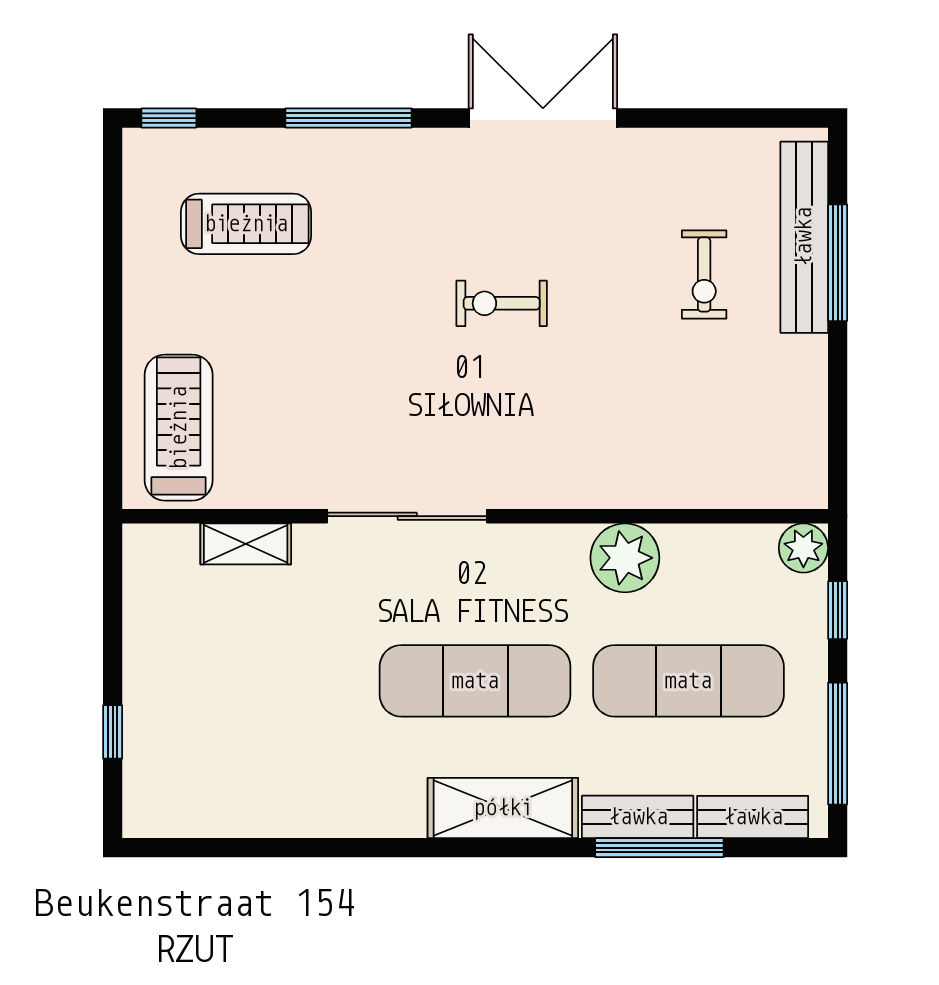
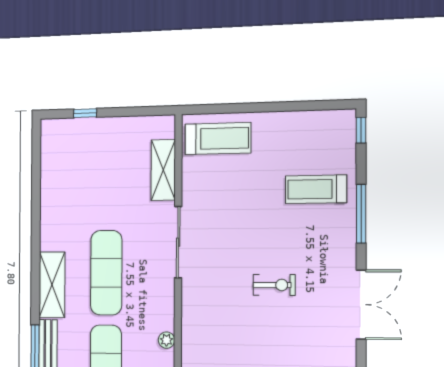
treadmill: (246, 224) -> (316, 189), moved, turned 90
exercise bike: (502, 303) -> (274, 285), turned 90
shelving: (246, 544) -> (163, 170), width x1.50, depth x1.33
plant: (625, 558) -> (167, 340), width x0.53, depth x0.53

